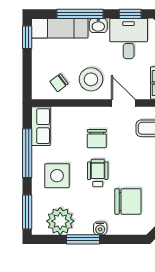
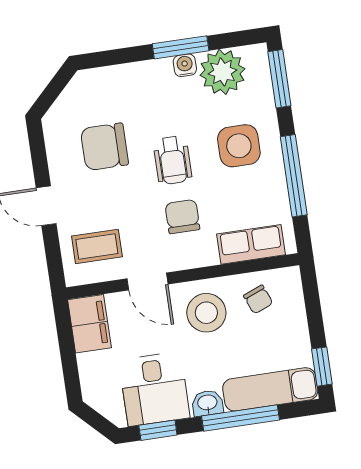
chair: (59, 83) -> (258, 299), turned 105
row of seats: (41, 126) -> (251, 244), moved, turned 90
chair: (128, 201) -> (104, 147), moved
water cooler: (100, 228) -> (185, 65), moved

